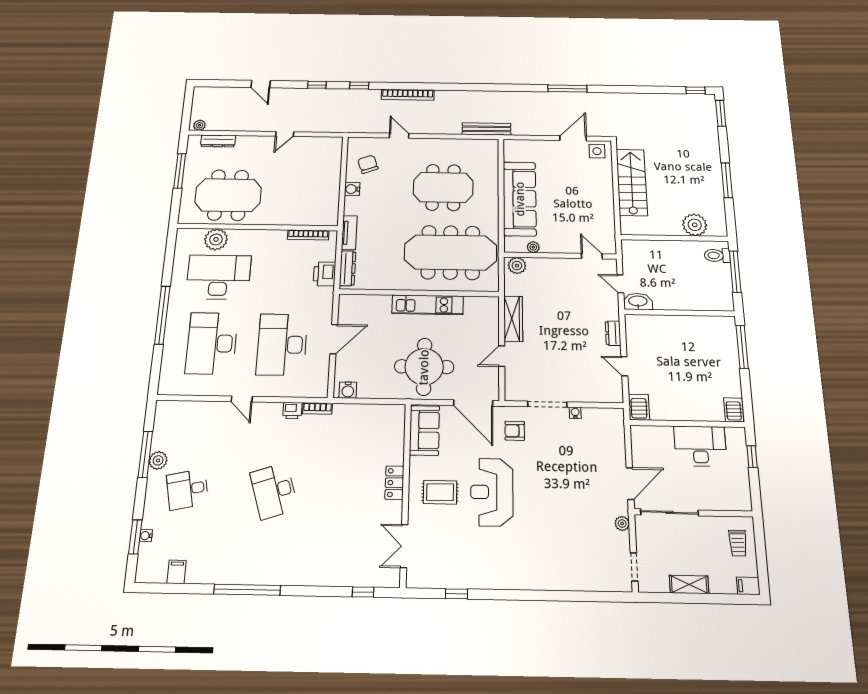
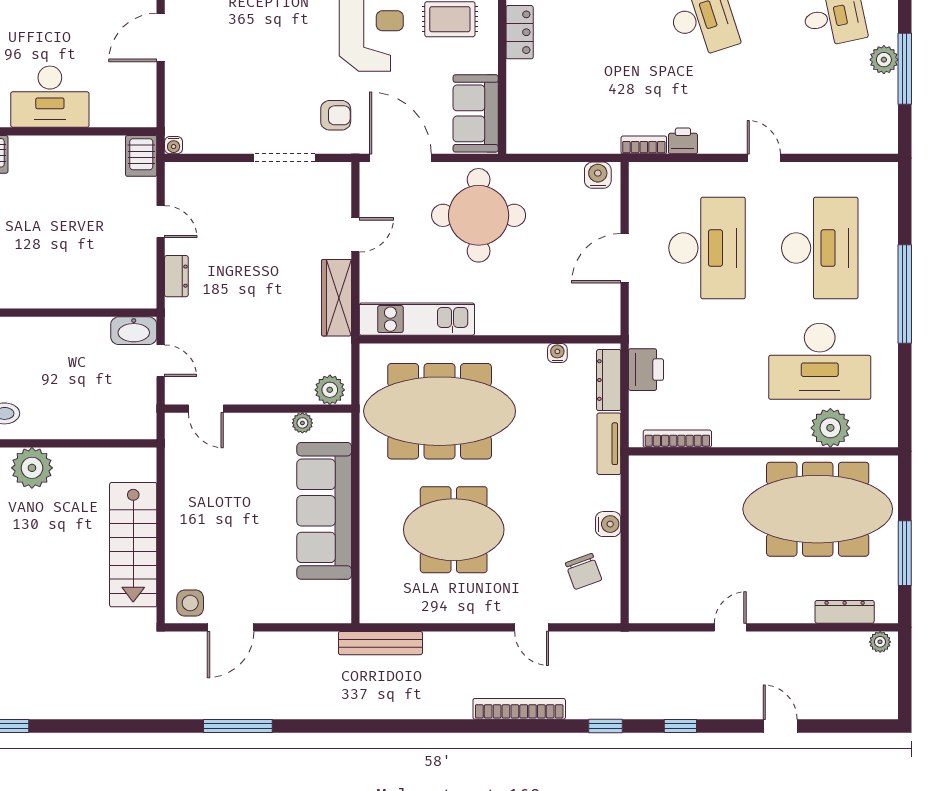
meeting table: (228, 195) -> (818, 509), width x1.36
water cooler: (378, 284) -> (557, 353), added
kitchen unit: (428, 305) -> (417, 319), moved
water cooler: (575, 413) -> (174, 145), moved

